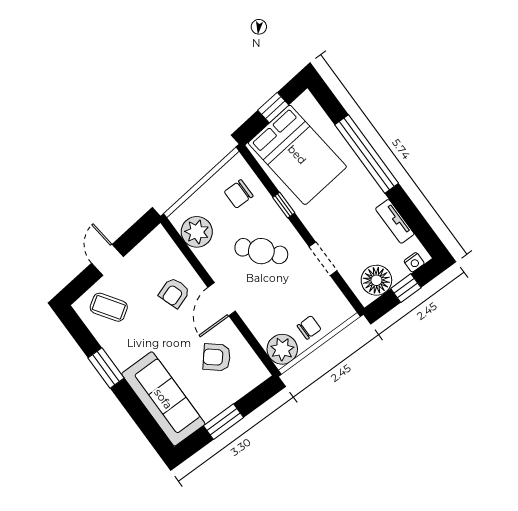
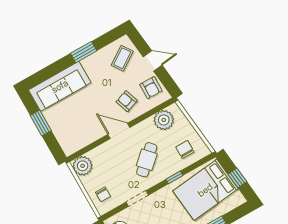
chair: (309, 327) -> (103, 194), moved
armchair: (217, 357) -> (151, 88), moved, turned 141

